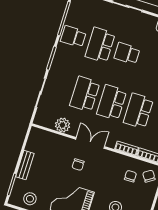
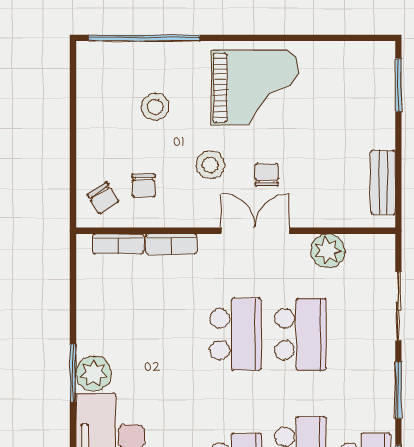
school desk: (138, 111) -> (171, 334), removed
double door: (90, 143) -> (255, 231), swing flipped
bench: (25, 165) -> (383, 182), moved
stool: (30, 199) -> (210, 165), moved

